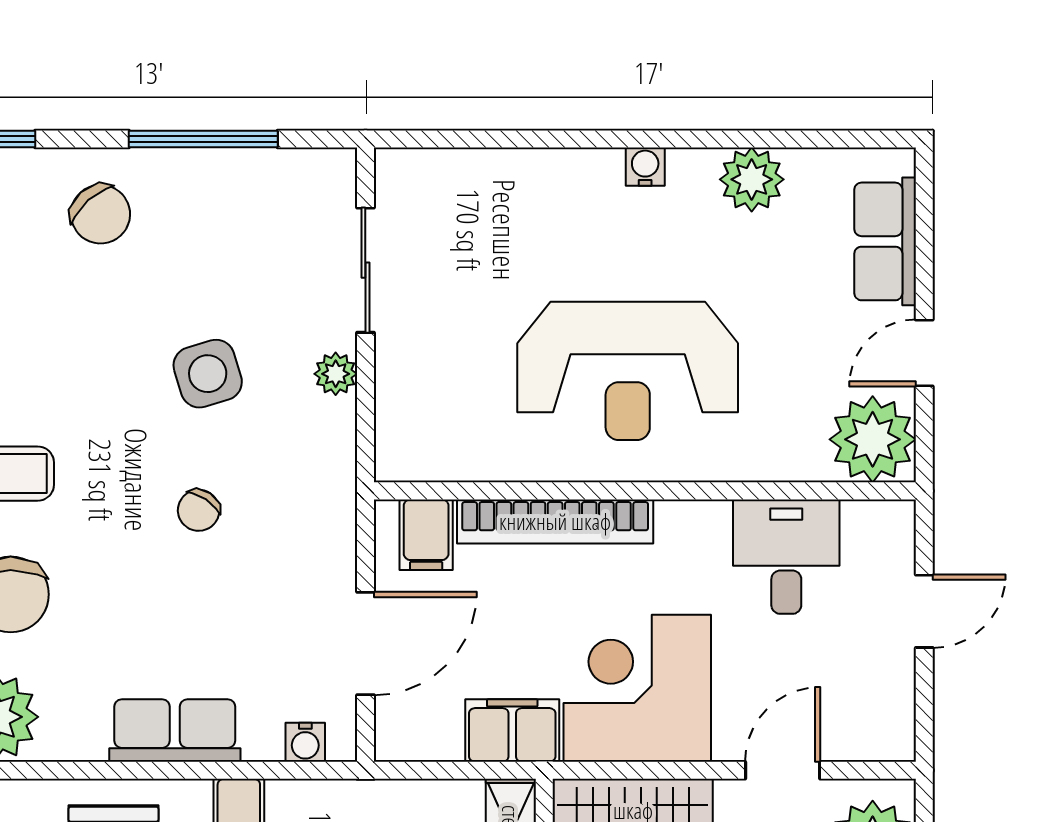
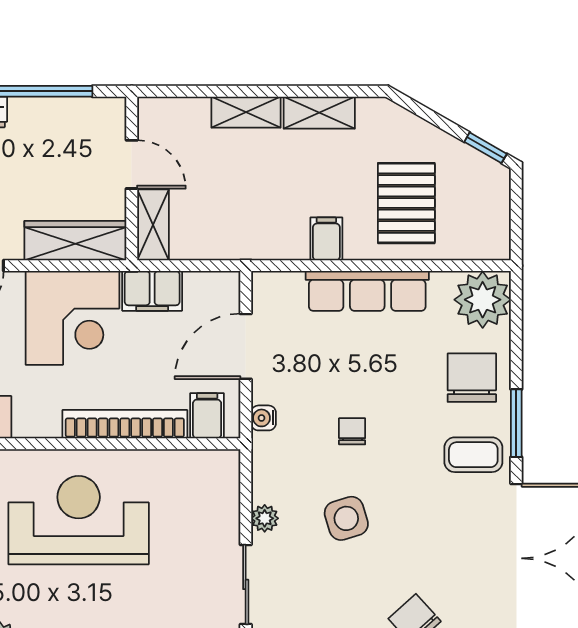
chair: (199, 510) -> (352, 431), turned -34
row of seats: (175, 730) -> (367, 291), width x1.48
water cooler: (305, 742) -> (264, 418), moved, turned -90

